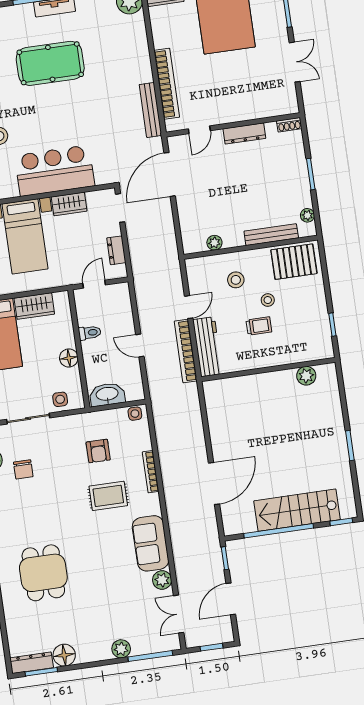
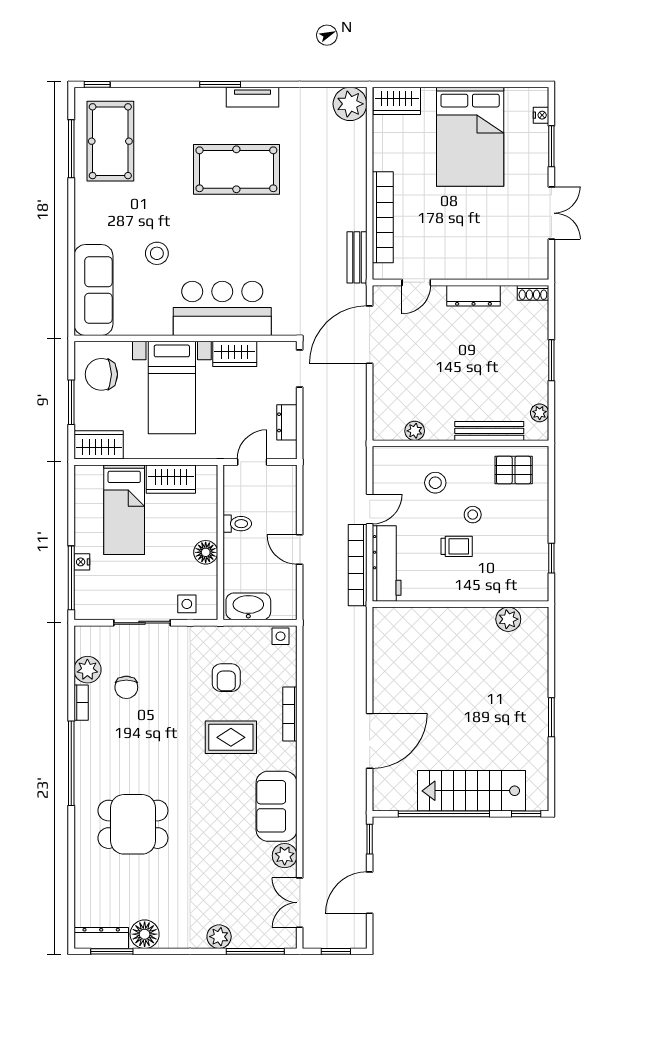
bench: (150, 110) -> (357, 257), width x0.73
pallet: (294, 262) -> (514, 470), width x0.67, depth x0.71
dining table: (43, 573) -> (133, 824), turned 90

